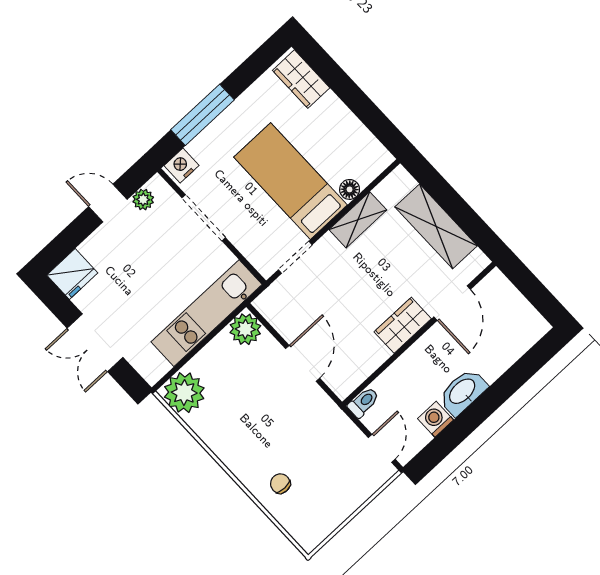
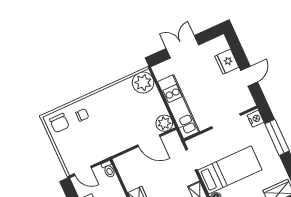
plant: (143, 200) -> (245, 94), removed
fridge: (72, 274) -> (227, 62), moved
door: (303, 363) -> (149, 141), moved
chair: (309, 520) -> (59, 123), added

